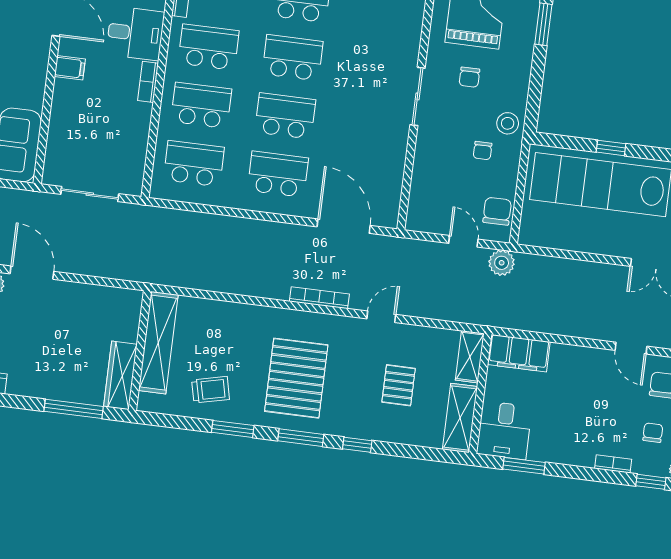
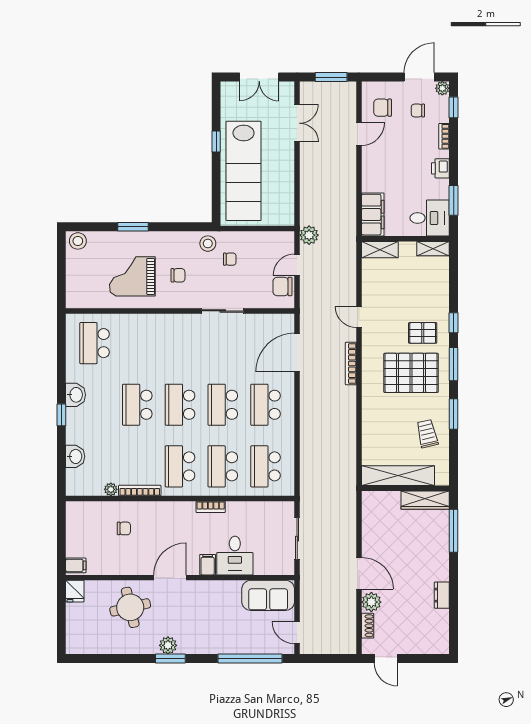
desk: (135, 33) -> (235, 556), moved, turned 180
sliding door: (418, 96) -> (223, 311), moved
window: (611, 148) -> (216, 142), moved
chair: (497, 211) -> (282, 286), moved
door: (32, 273) -> (359, 573), swing flipped
pallet: (399, 385) -> (423, 333), moved
shelving: (460, 418) -> (433, 249), width x0.67, depth x0.75
printer: (570, 453) -> (440, 168), added

